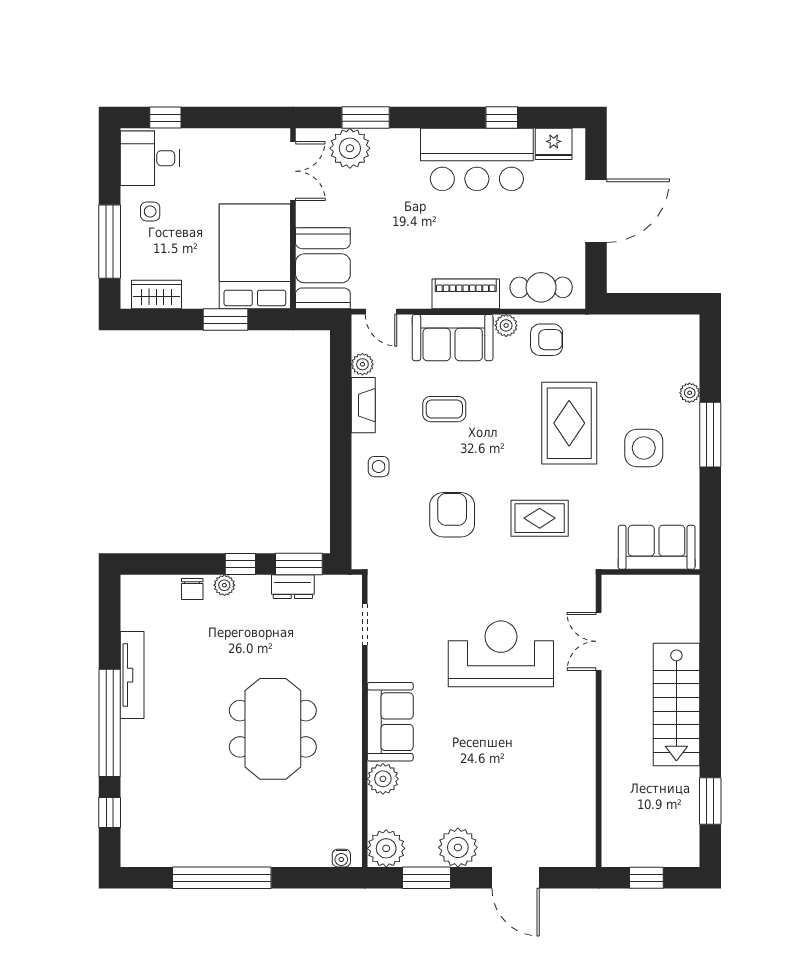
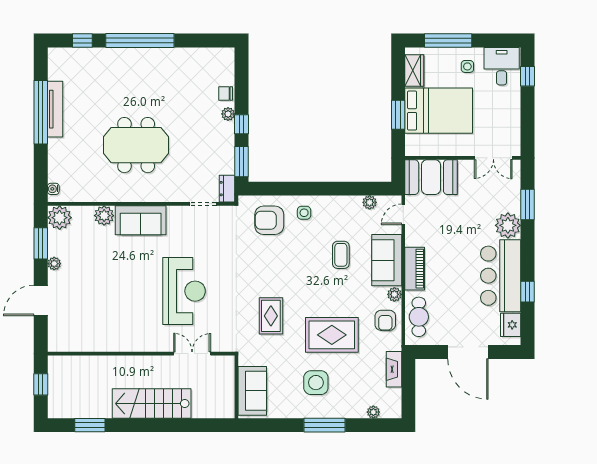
plant: (350, 148) -> (508, 225), moved
bed: (255, 256) -> (439, 111), moved
plant: (690, 393) -> (373, 412), moved
fireplace: (363, 405) -> (394, 369), moved, turned 90
armchair: (452, 515) -> (269, 220), moved, turned 180
dresser: (293, 587) -> (227, 189), moved
tv unit: (132, 675) -> (55, 109), moved, turned -90
plant: (458, 847) -> (54, 264), width x0.53, depth x0.53

